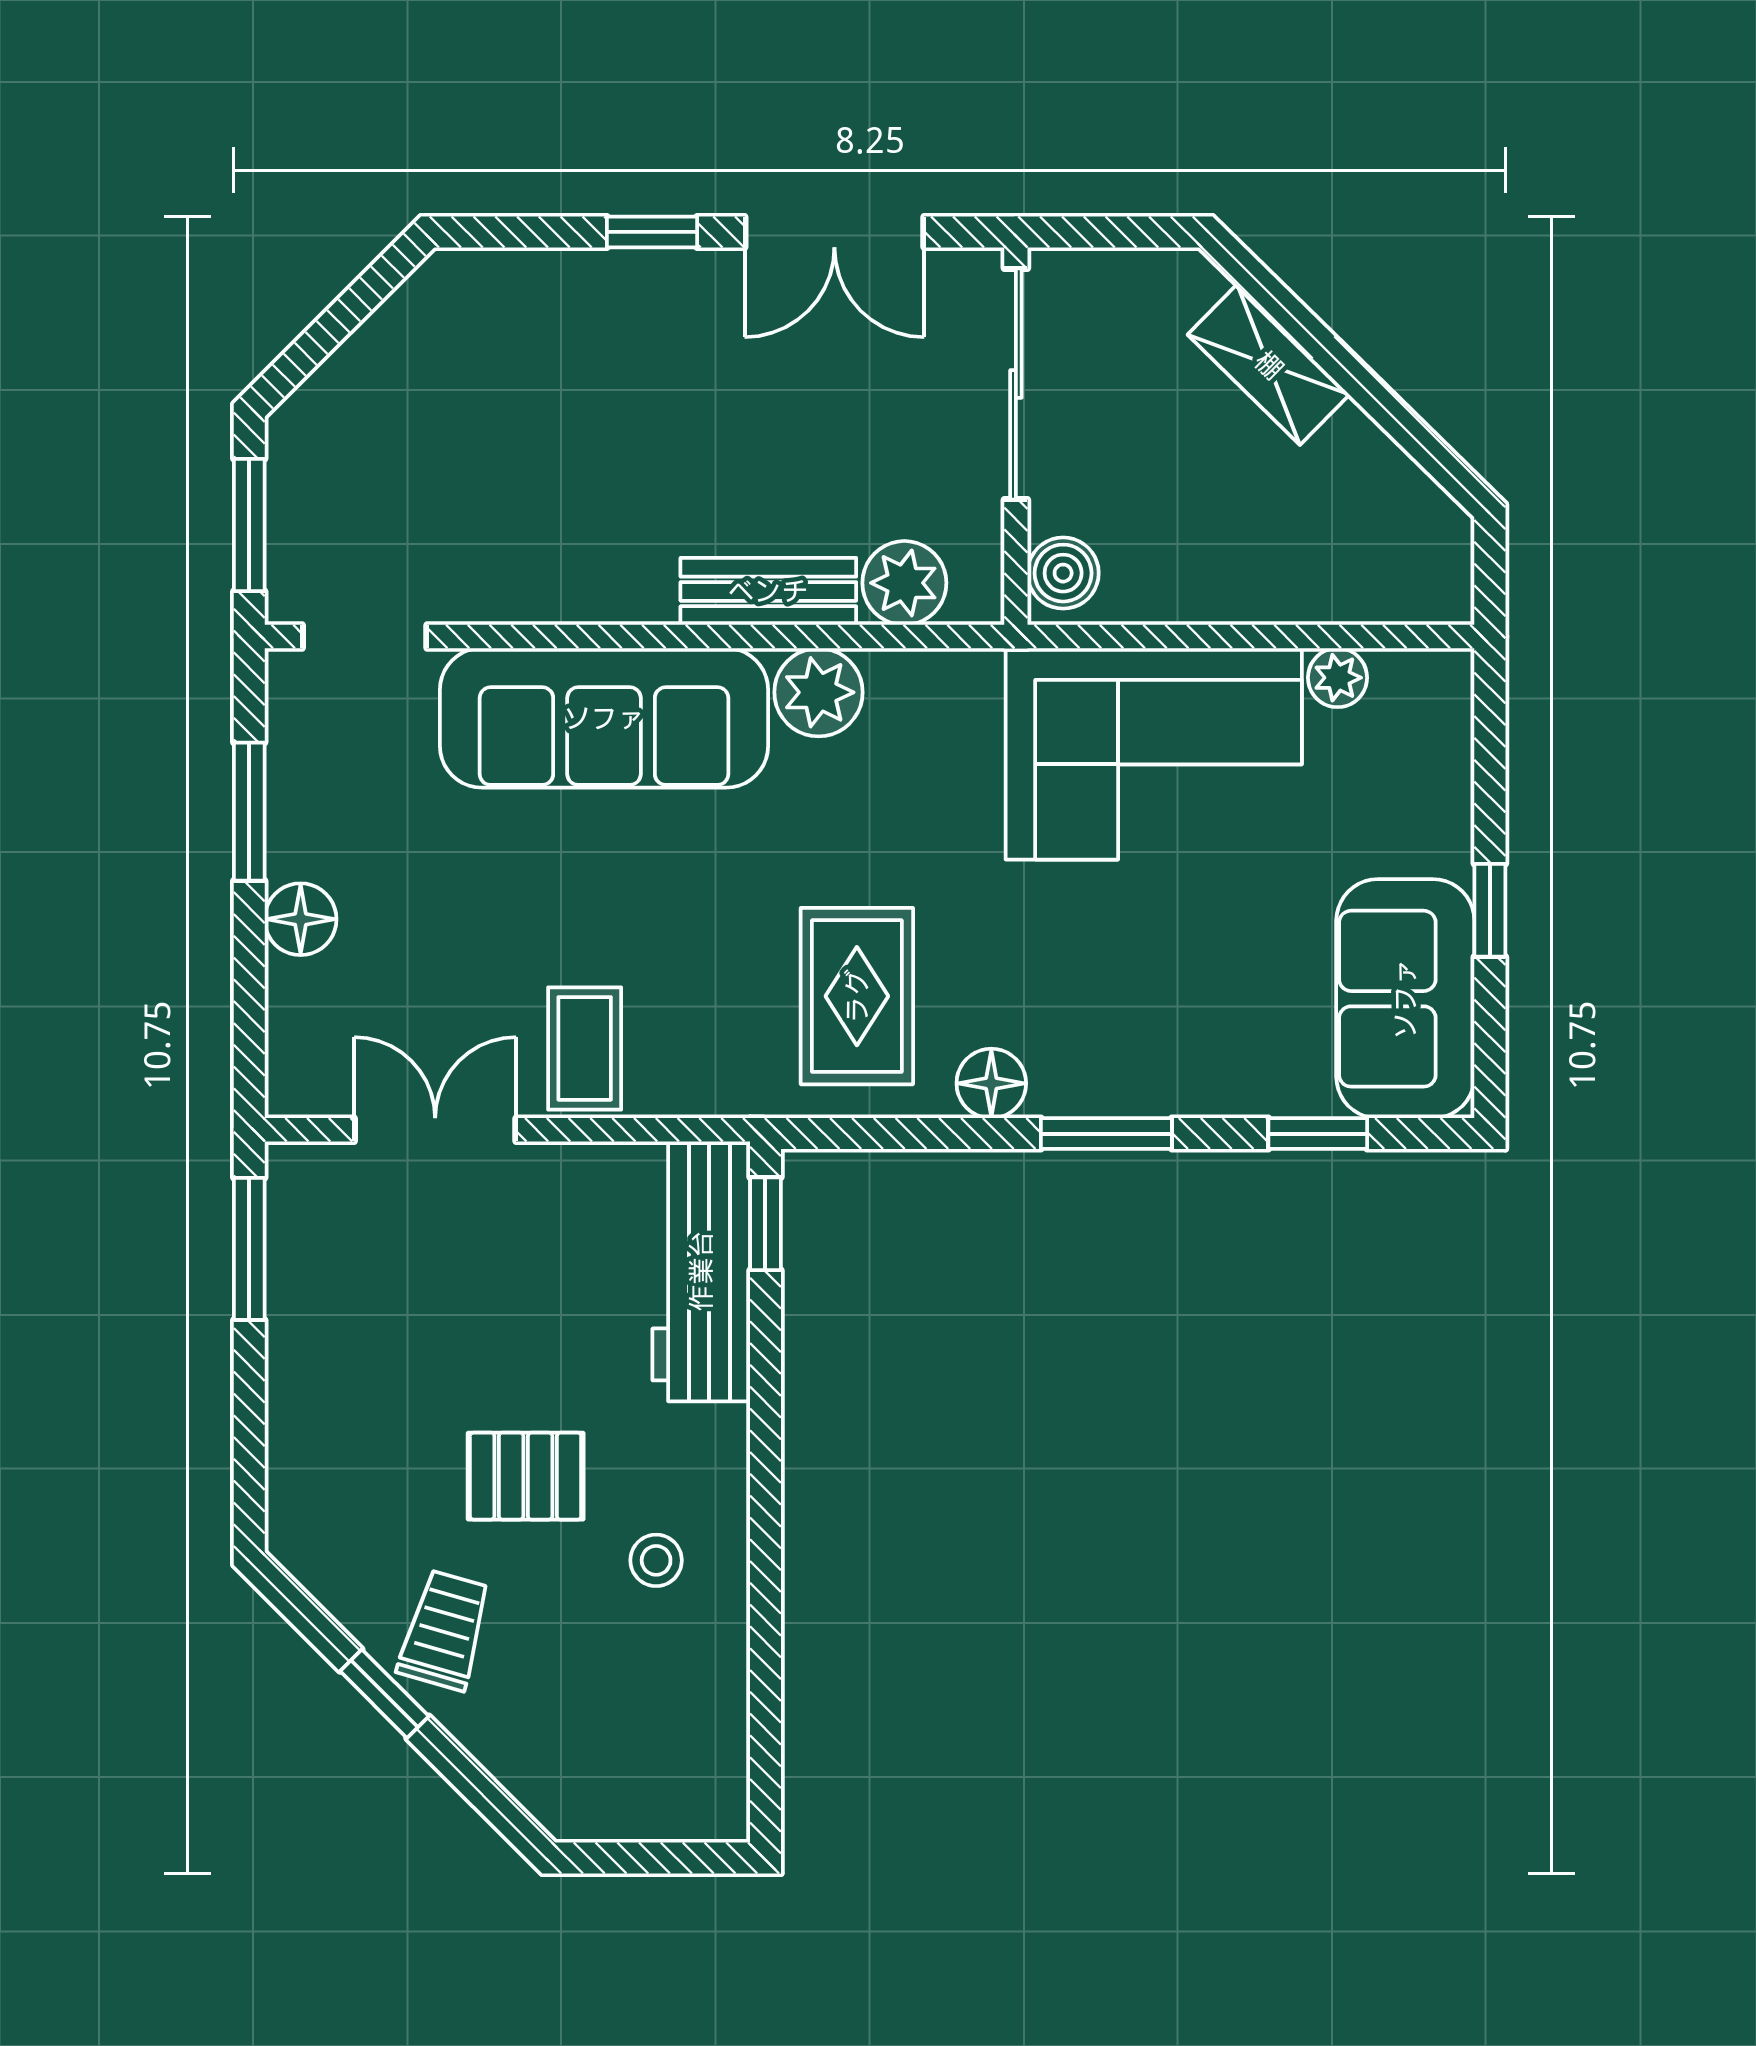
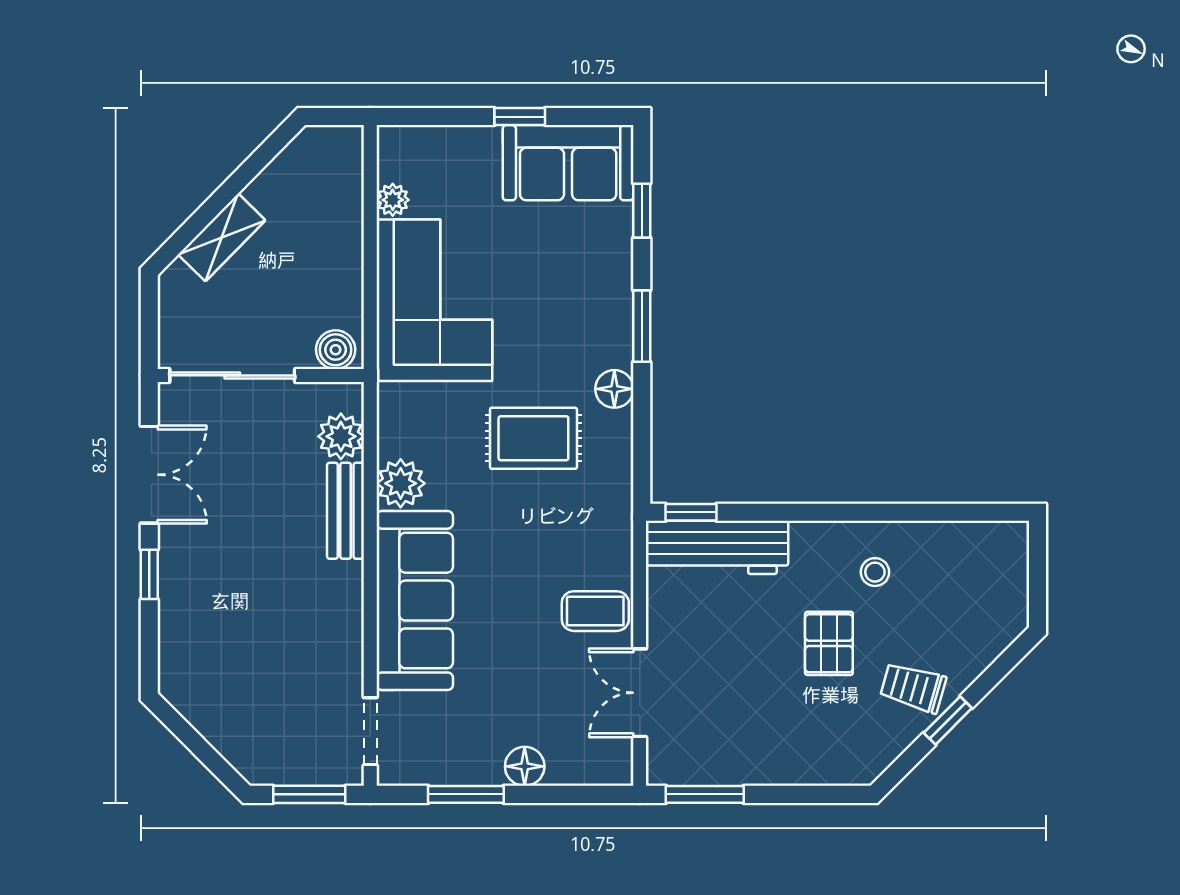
rug: (857, 996) -> (533, 438), moved

